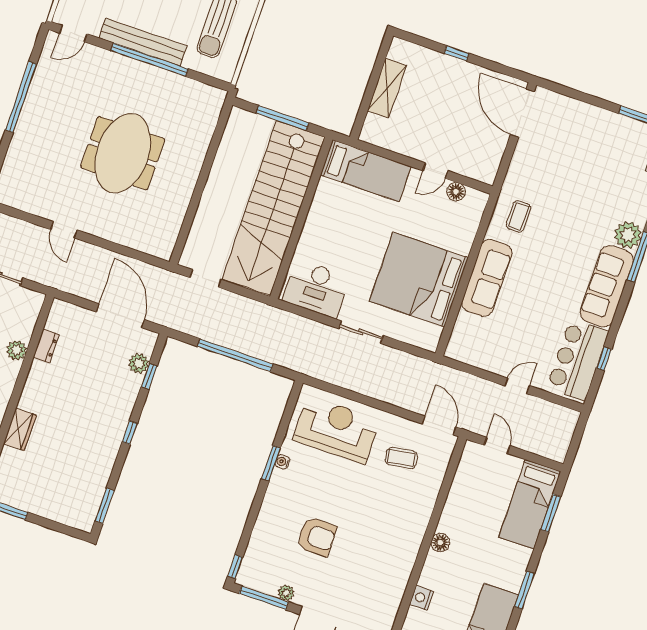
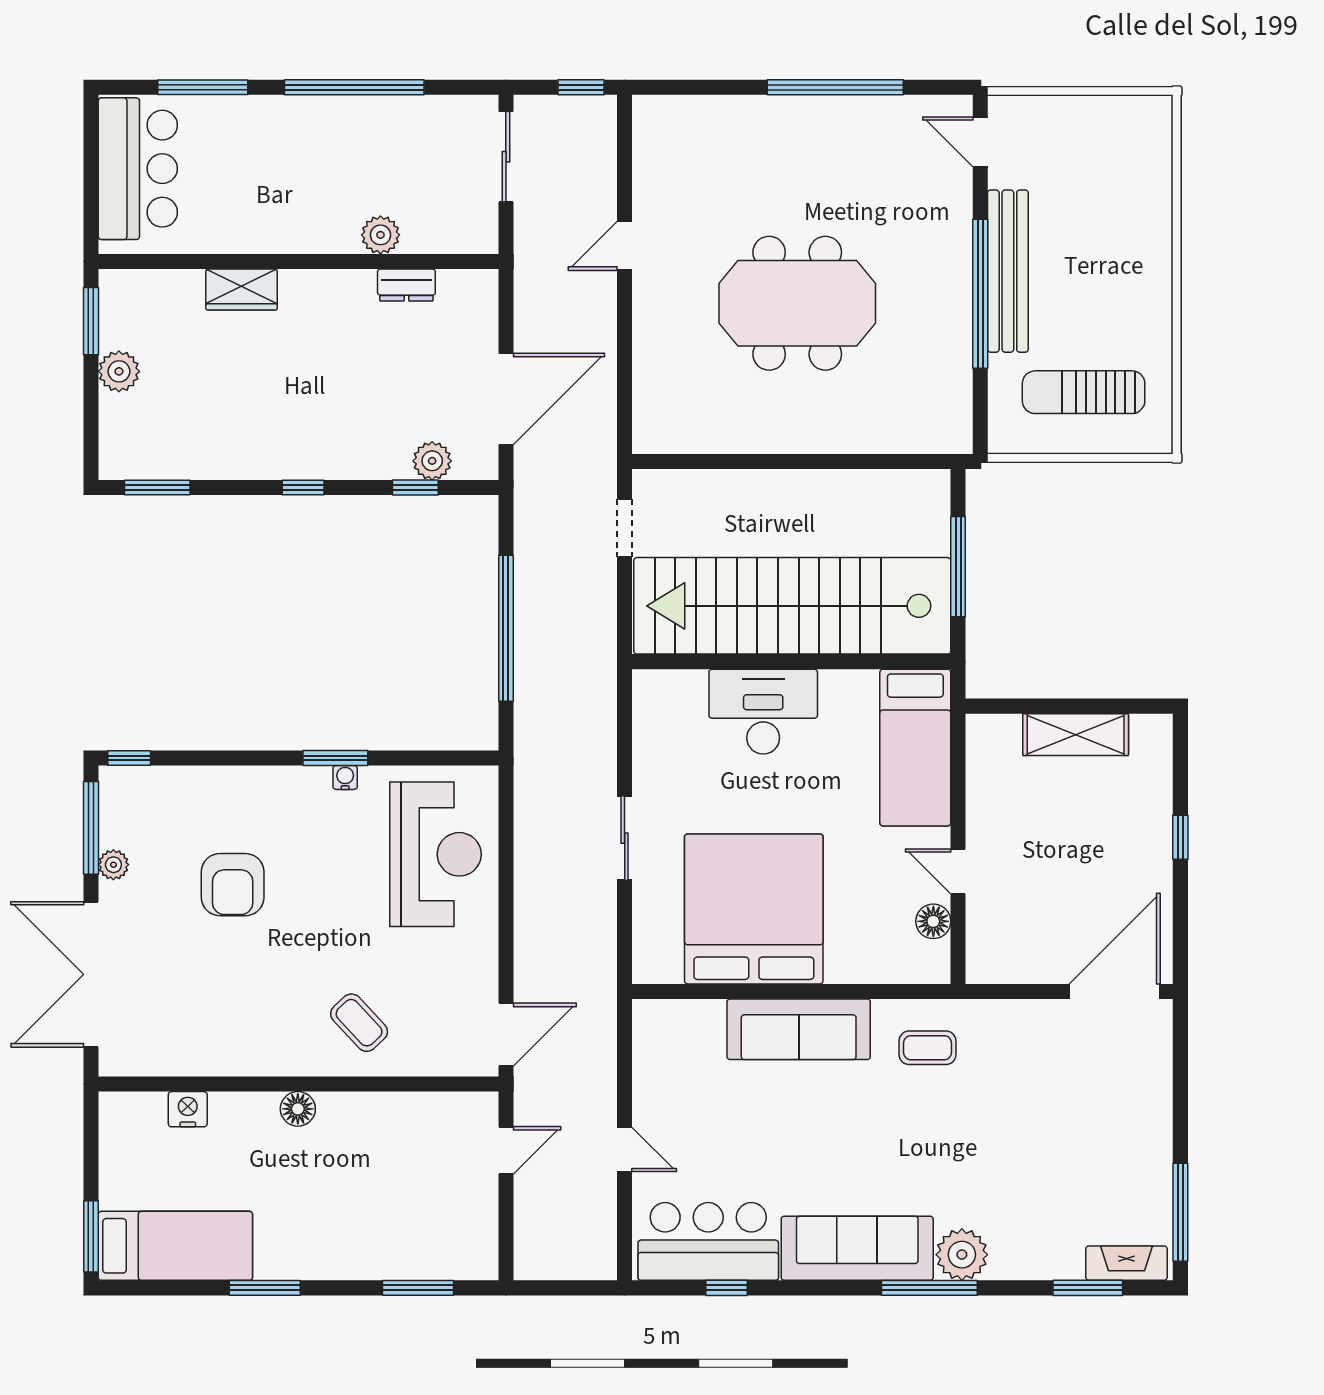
desk: (316, 289) -> (763, 712), moved, turned 90
coffee table: (401, 458) -> (359, 1023), moved, turned -34
bed: (530, 504) -> (421, 1245), removed
plant: (40, 505) -> (119, 371), added

